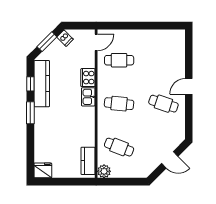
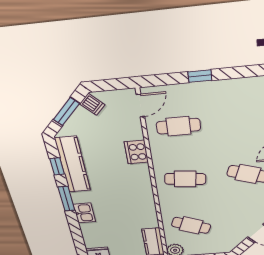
window: (136, 26) -> (200, 76), added
kitchen sink: (88, 97) -> (84, 213), moved, turned 180

